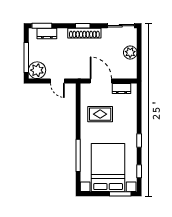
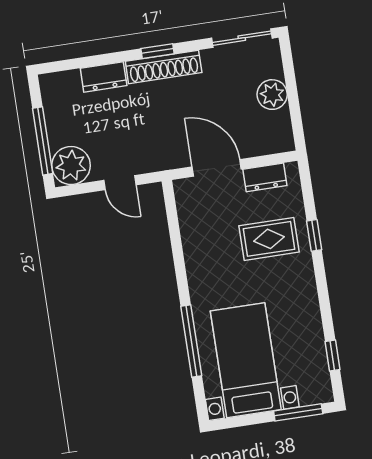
window: (42, 26) -> (67, 65), removed
dresser: (47, 33) -> (104, 77), moved
rug: (100, 114) -> (269, 239), moved
window: (139, 140) -> (314, 235), moved
bed with nightstands: (108, 168) -> (246, 360), width x0.73

